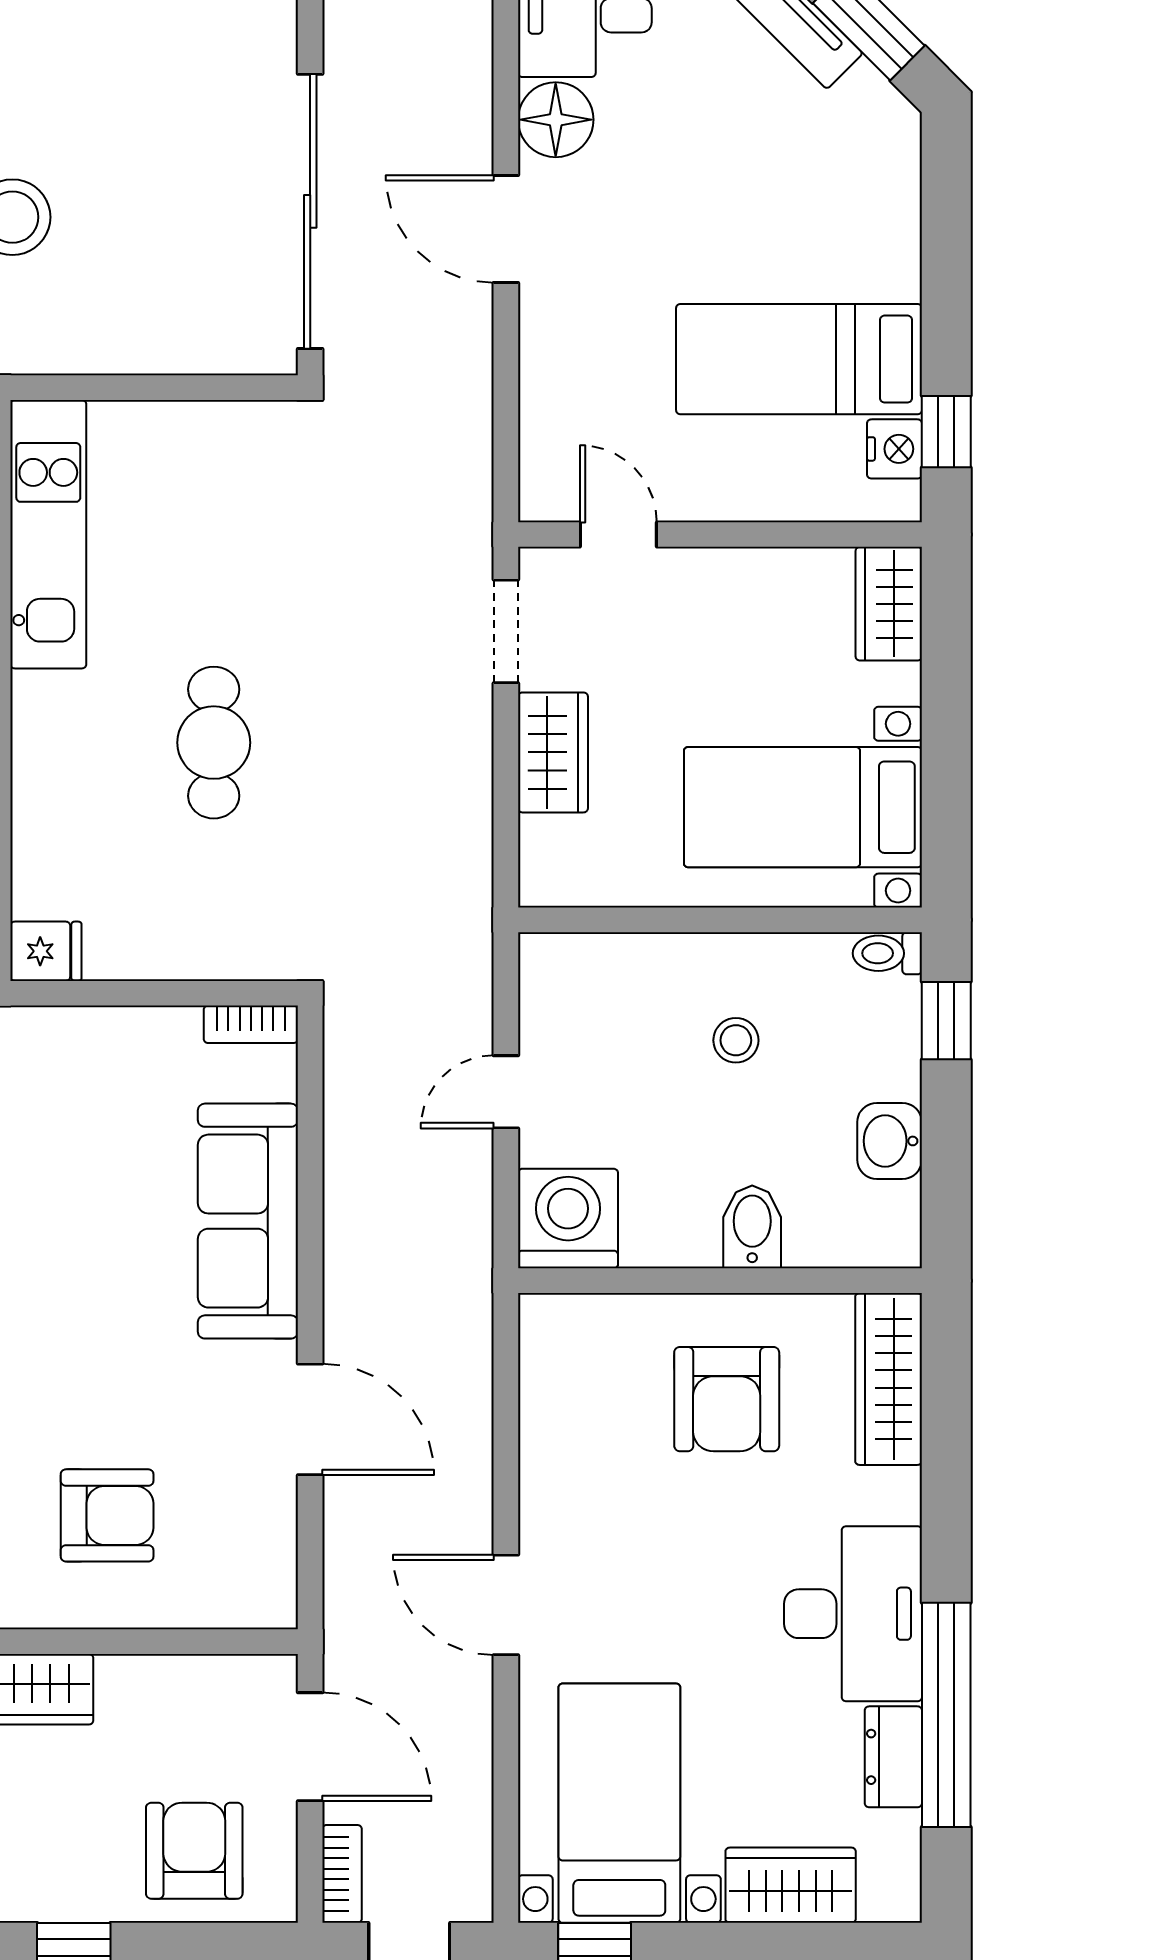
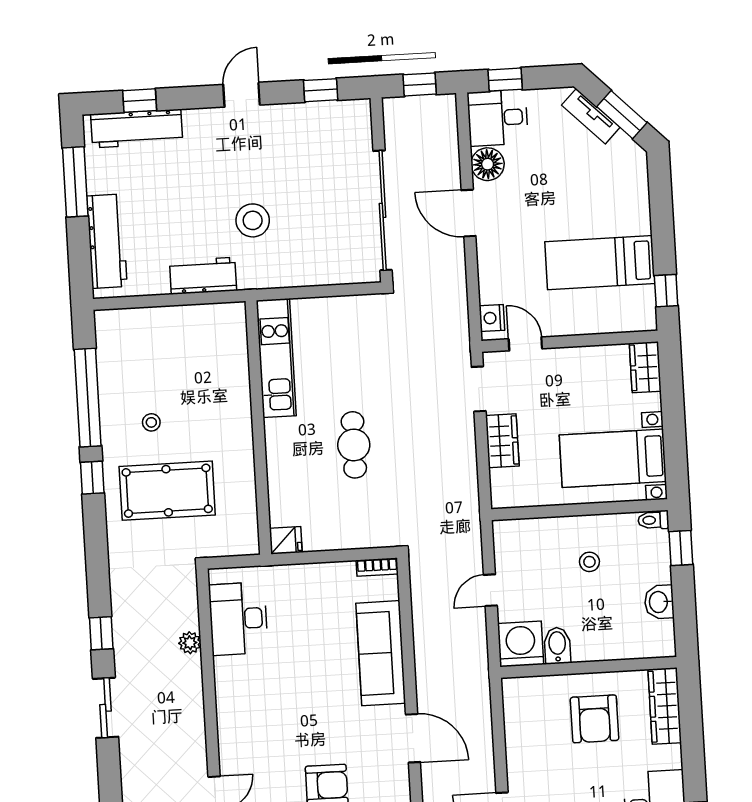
nightstand: (894, 449) -> (492, 318), moved, turned 180
bidet: (752, 1227) -> (557, 646), moved

